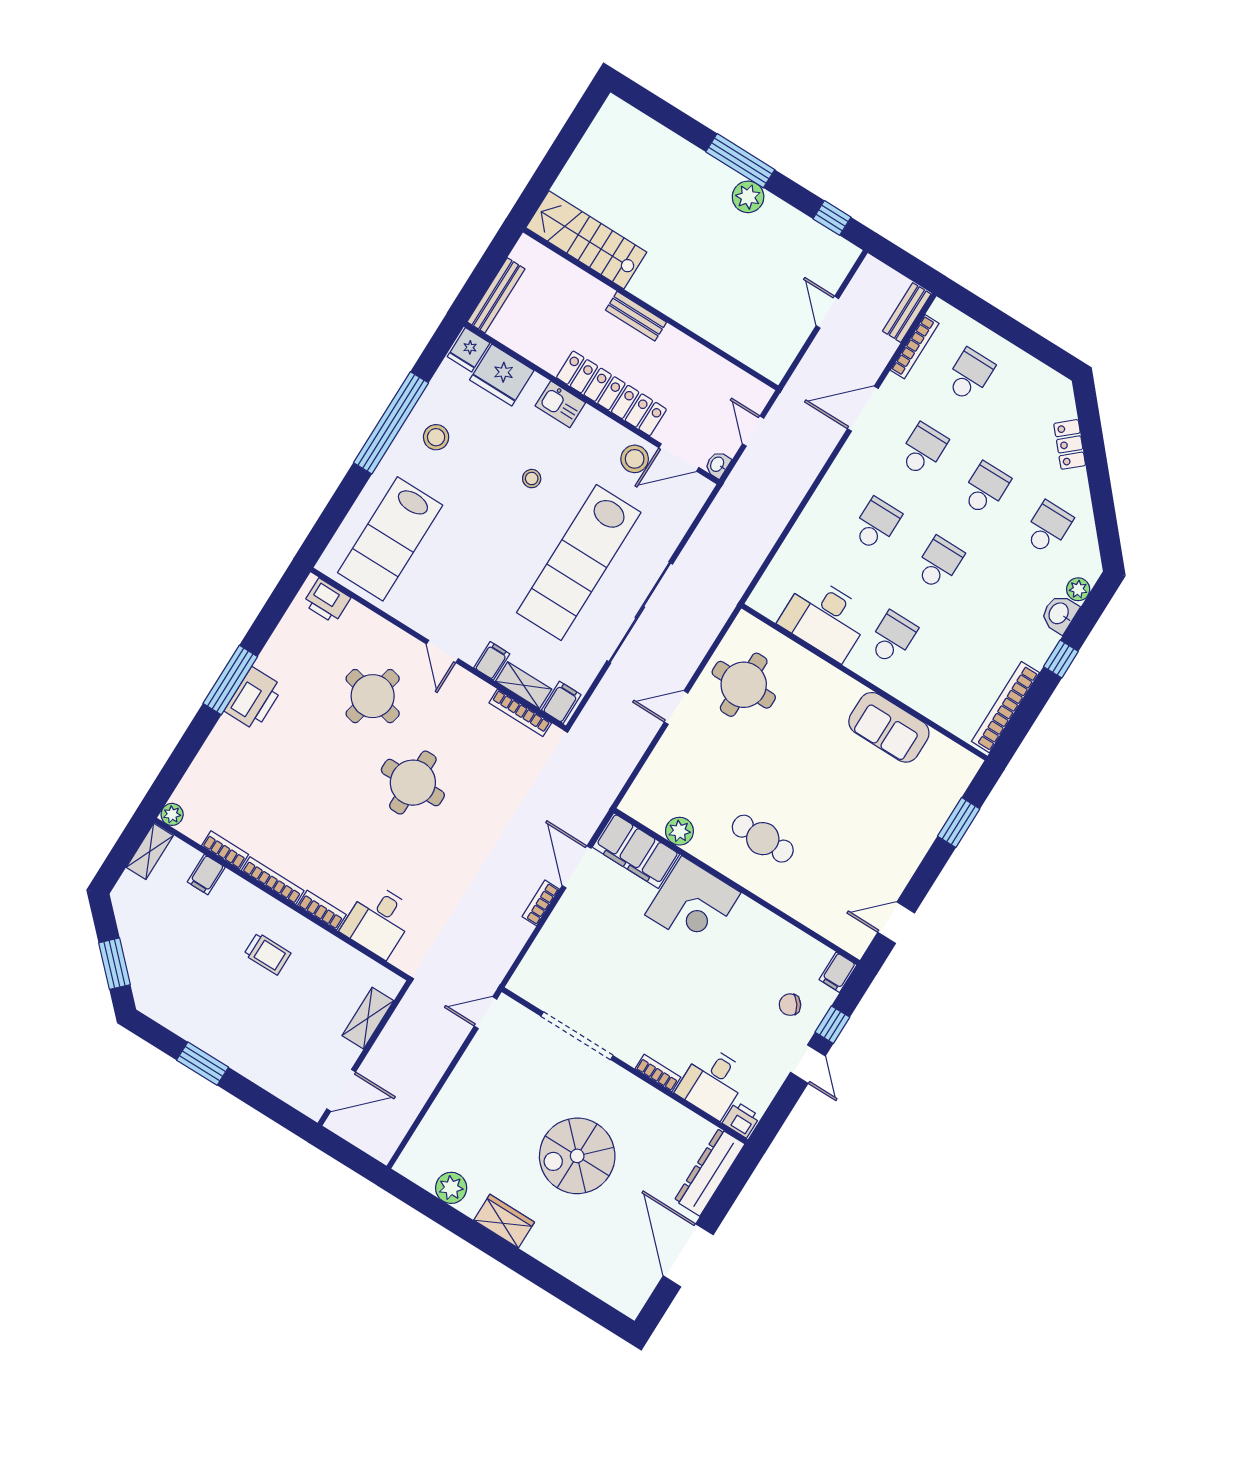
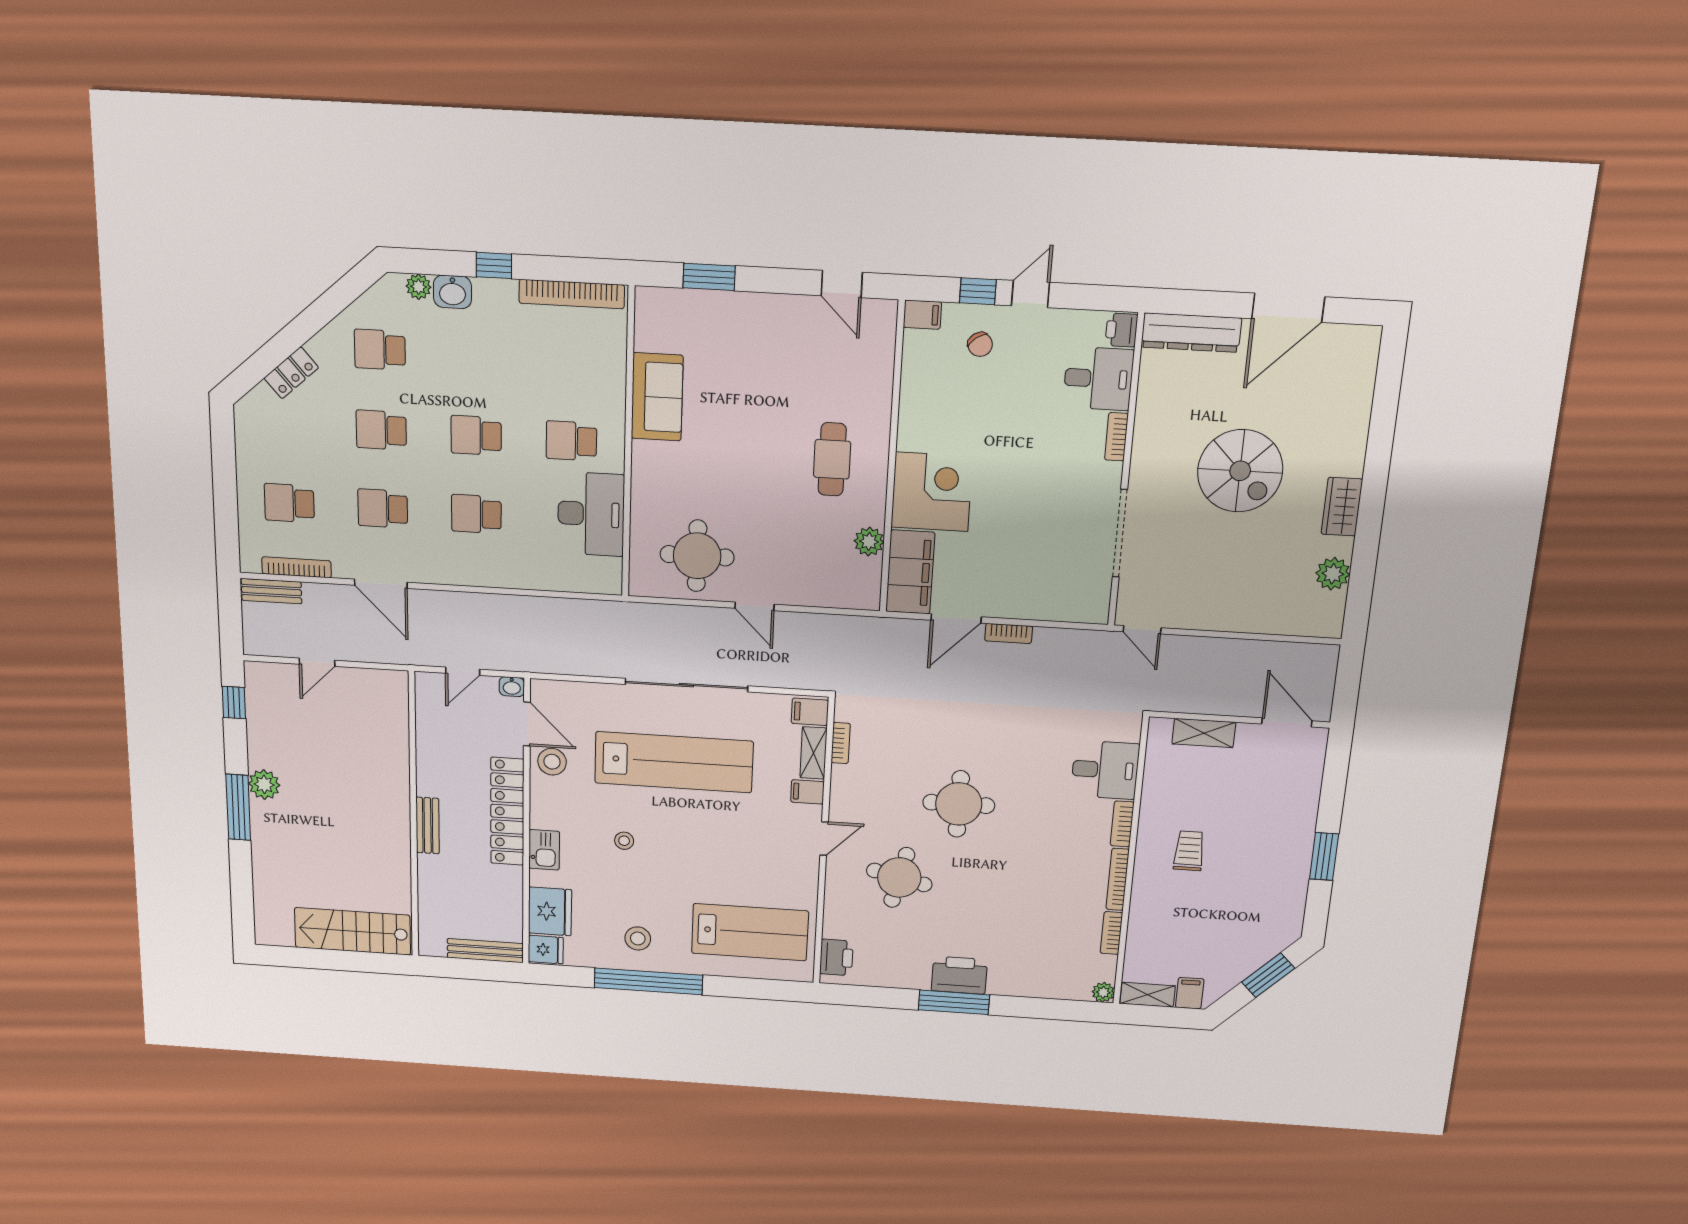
stairs: (586, 240) -> (353, 931), moved, turned 90
bookcase: (520, 713) -> (841, 743), width x0.64
filing cabinet: (206, 875) -> (1190, 993), moved, turned -90

